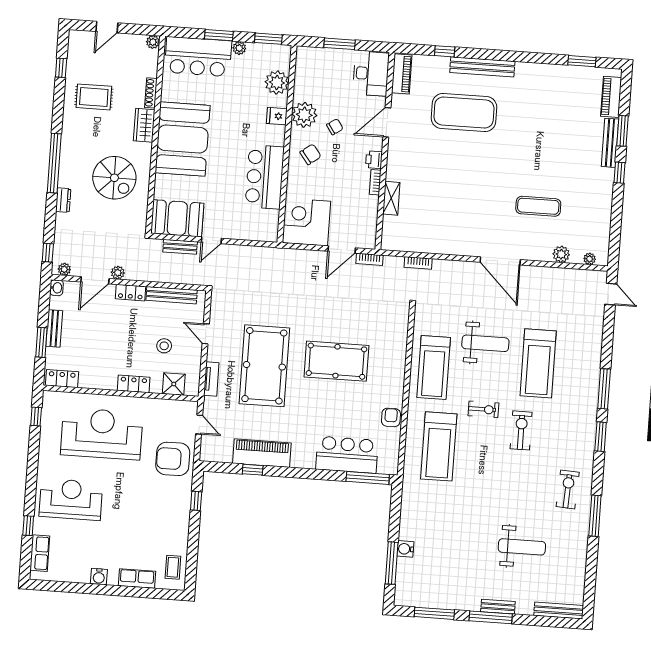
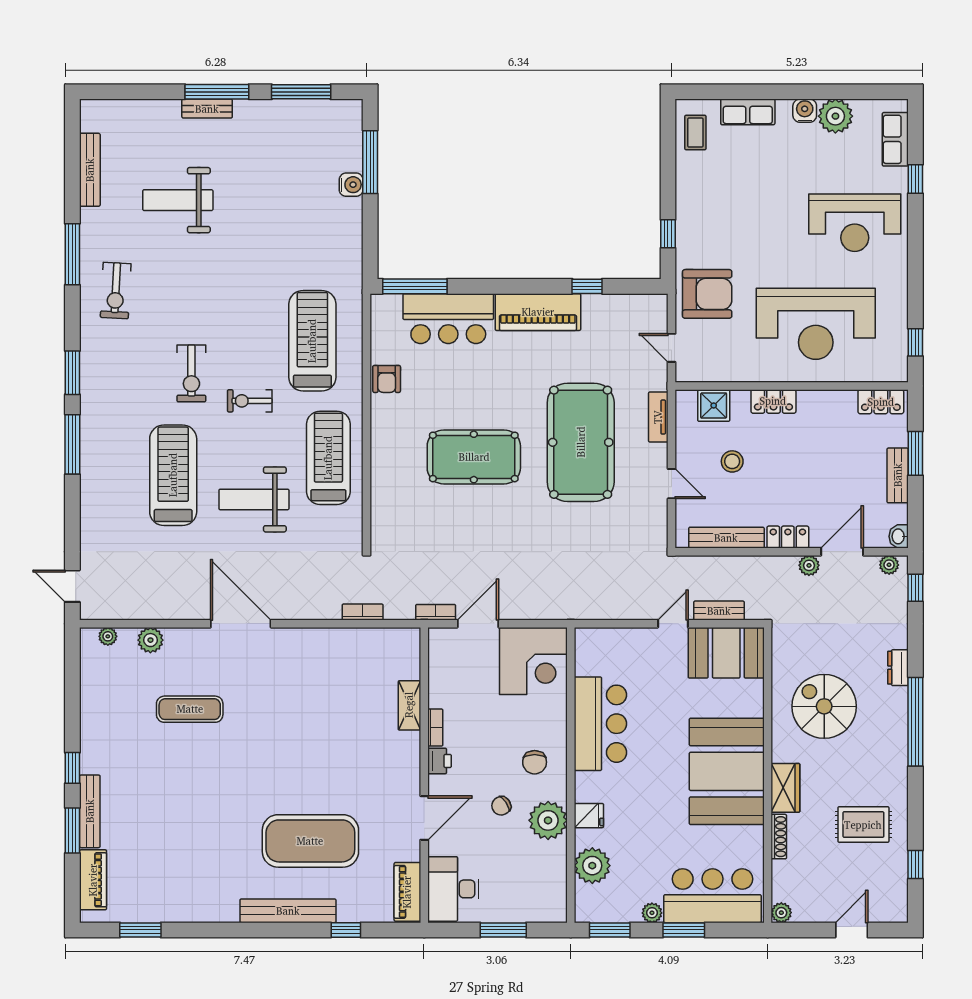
chair: (310, 154) -> (535, 762), turned -53
piano: (262, 453) -> (538, 312), moved
plant: (79, 571) -> (835, 116), added
bench: (559, 611) -> (90, 170), moved, turned 90

